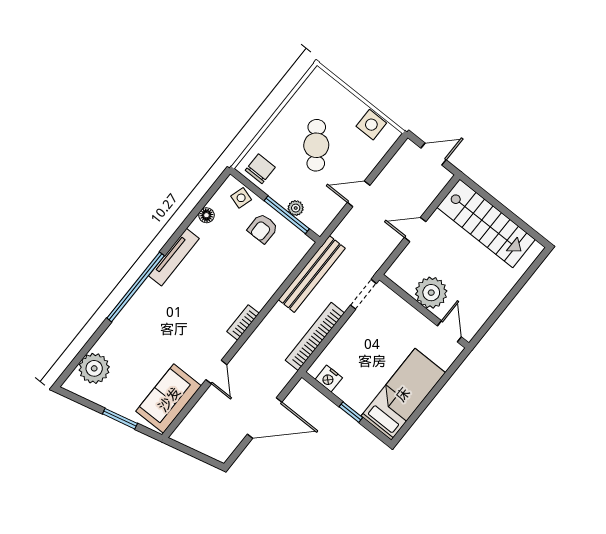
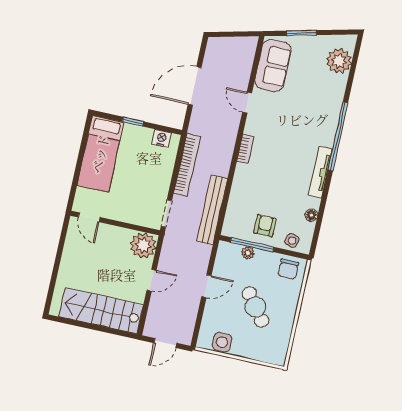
plant: (431, 293) -> (143, 245), moved

